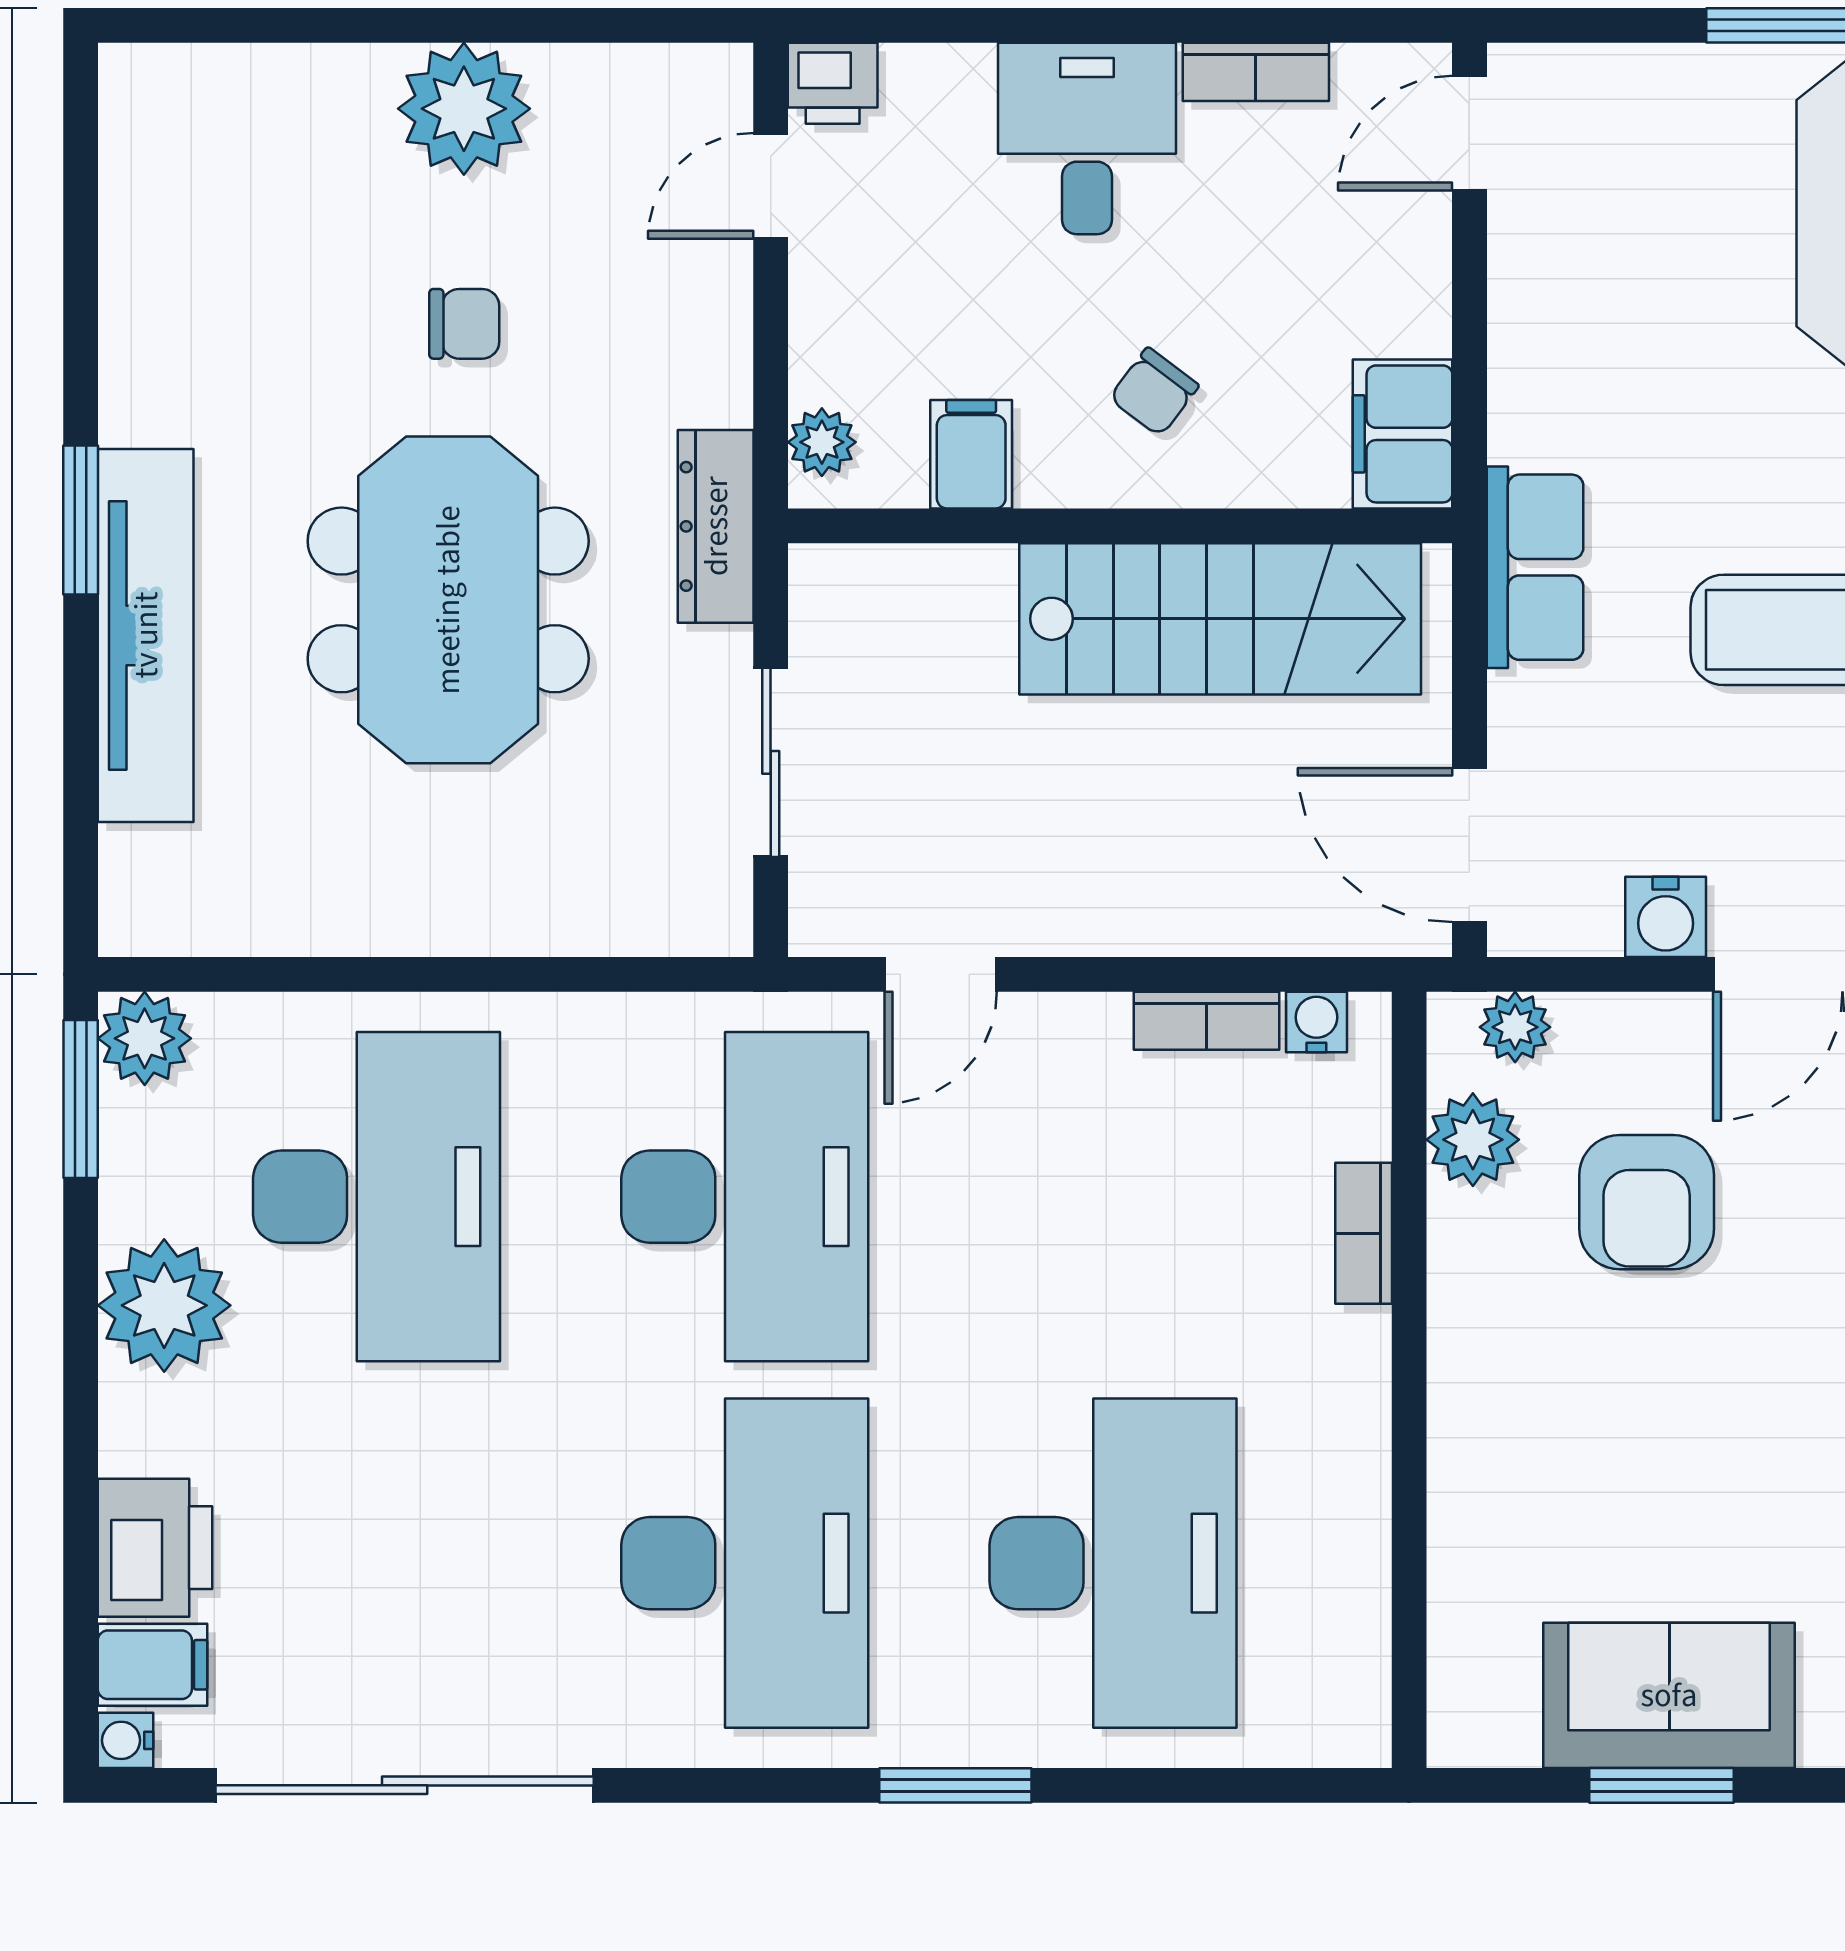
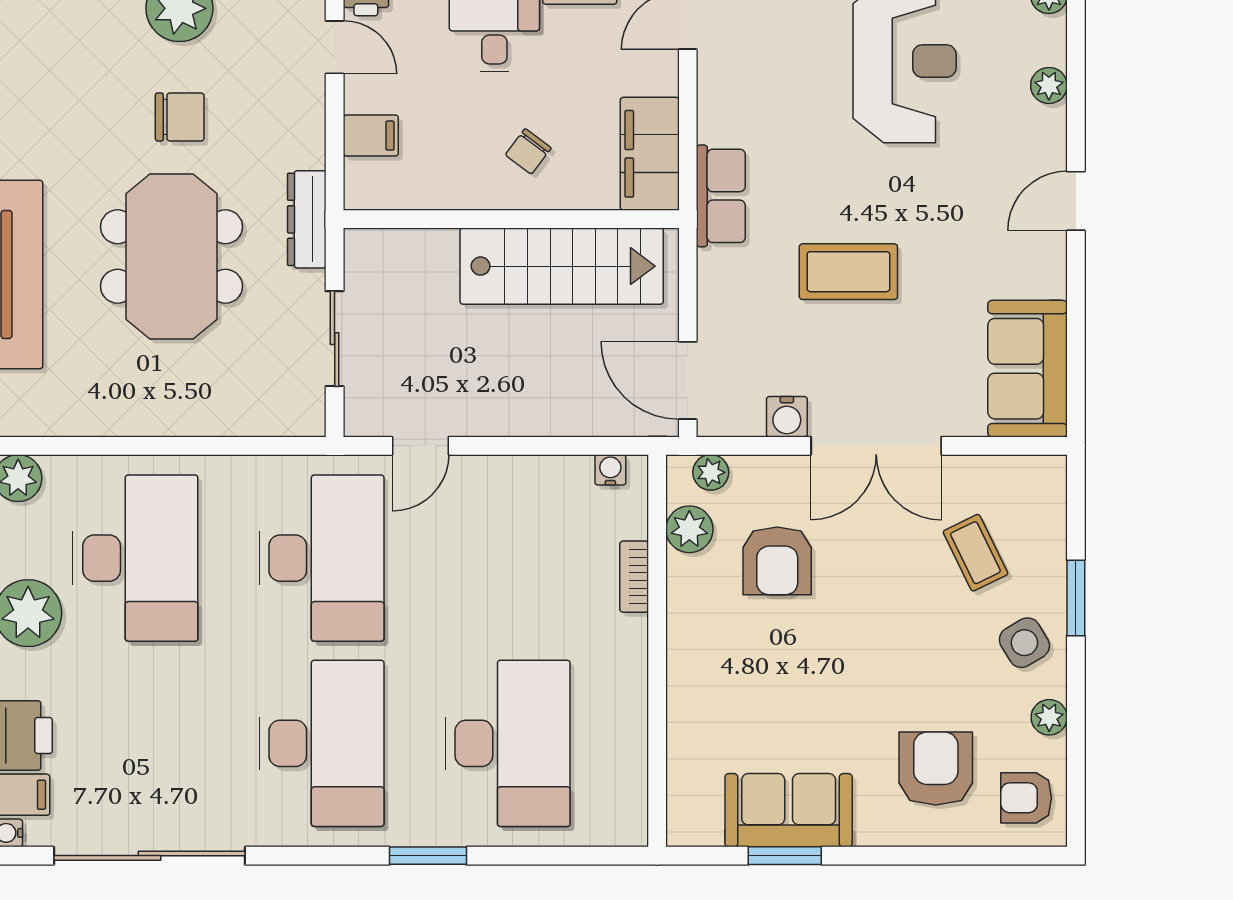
door: (771, 186) -> (335, 47), swing flipped
chair: (464, 324) -> (180, 117), width x1.37, depth x1.37
filing cabinet: (1403, 434) -> (650, 154), width x1.50, depth x1.17
plant: (822, 442) -> (360, 177), removed
filing cabinet: (971, 454) -> (371, 136), moved, turned 90
row of seats: (1535, 567) -> (721, 196), moved
bookcase: (1206, 1021) -> (555, 469), removed

